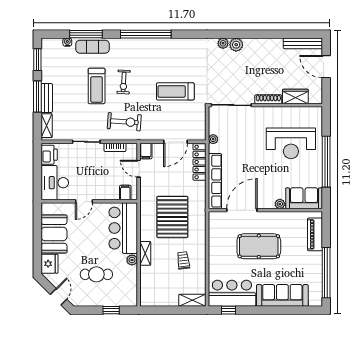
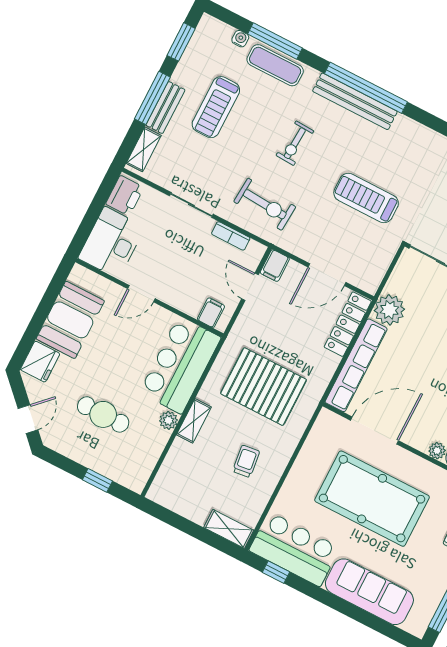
bench: (144, 44) -> (355, 101), added
treadmill: (97, 86) -> (216, 107), moved
plant: (213, 139) -> (389, 310), width x1.87, depth x1.87
pallet: (172, 217) -> (264, 387), turned 90
pool table: (259, 246) -> (372, 499), width x1.36, depth x1.32

